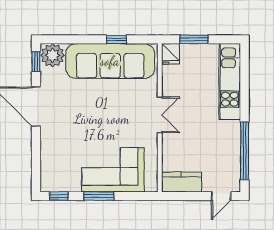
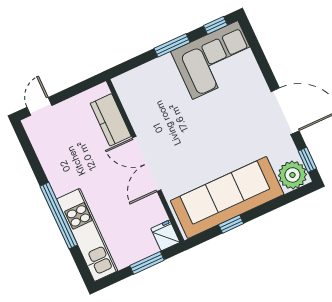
double door: (160, 115) -> (147, 164), width x1.37
window: (245, 151) -> (59, 216), moved
corner sofa: (113, 170) -> (215, 60), moved
kitchen counter: (181, 182) -> (111, 120), moved, turned 90

